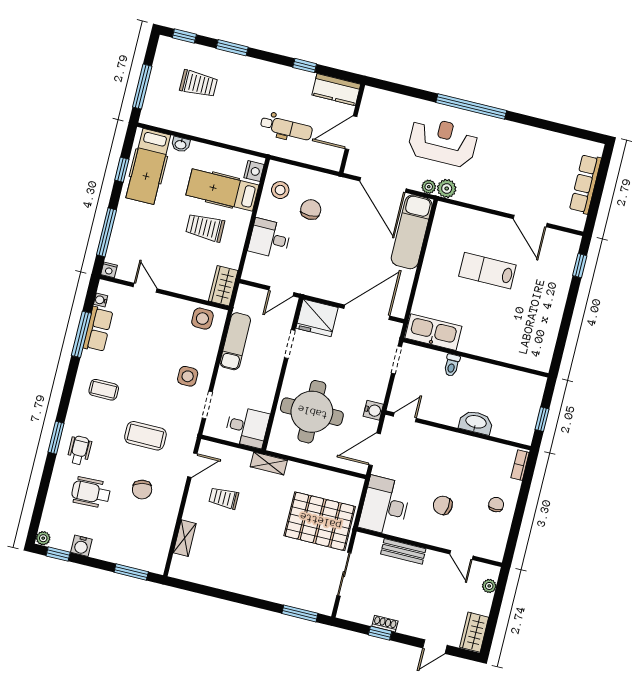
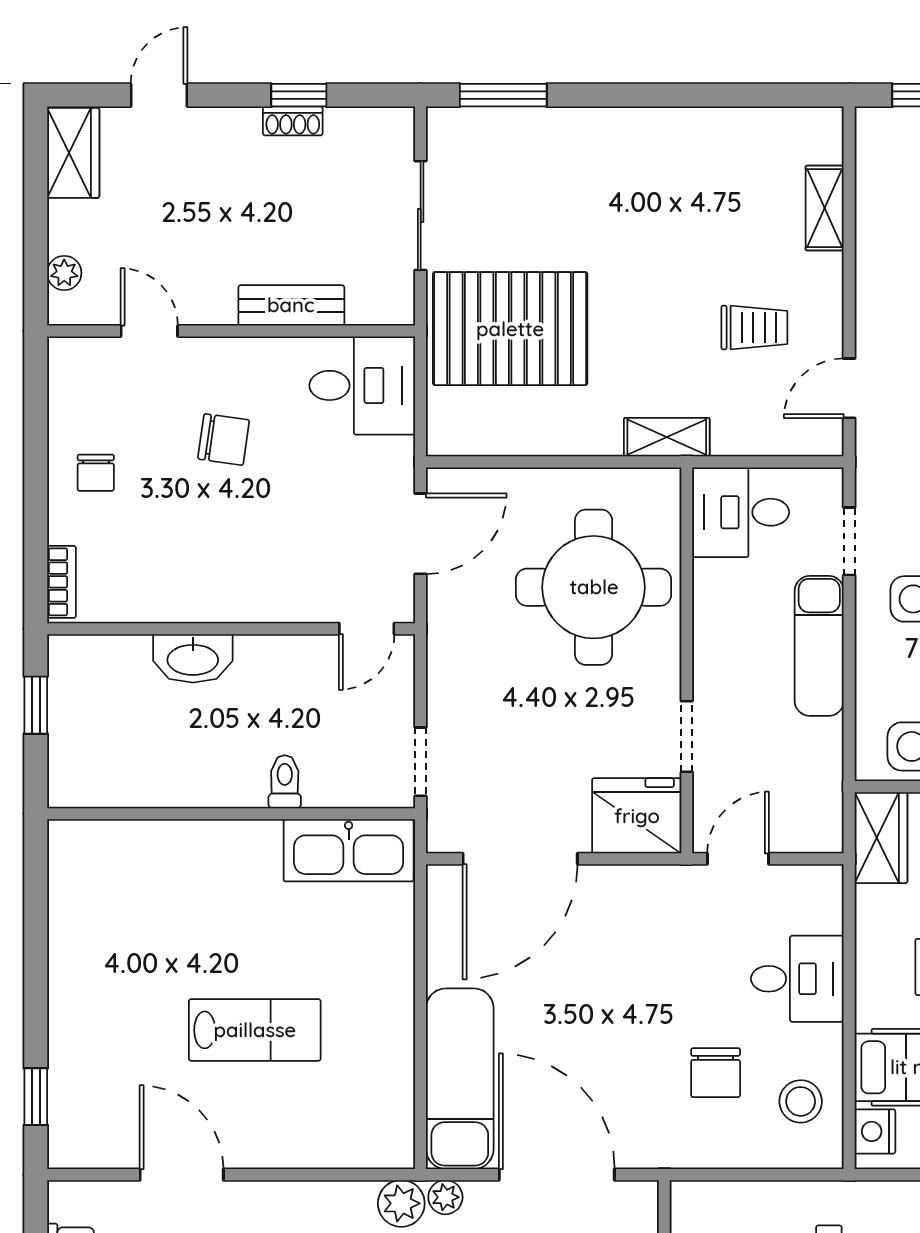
exam couch: (235, 341) -> (819, 646), moved
water cooler: (373, 410) -> (447, 627), removed
desk: (385, 506) -> (362, 385), width x0.73

